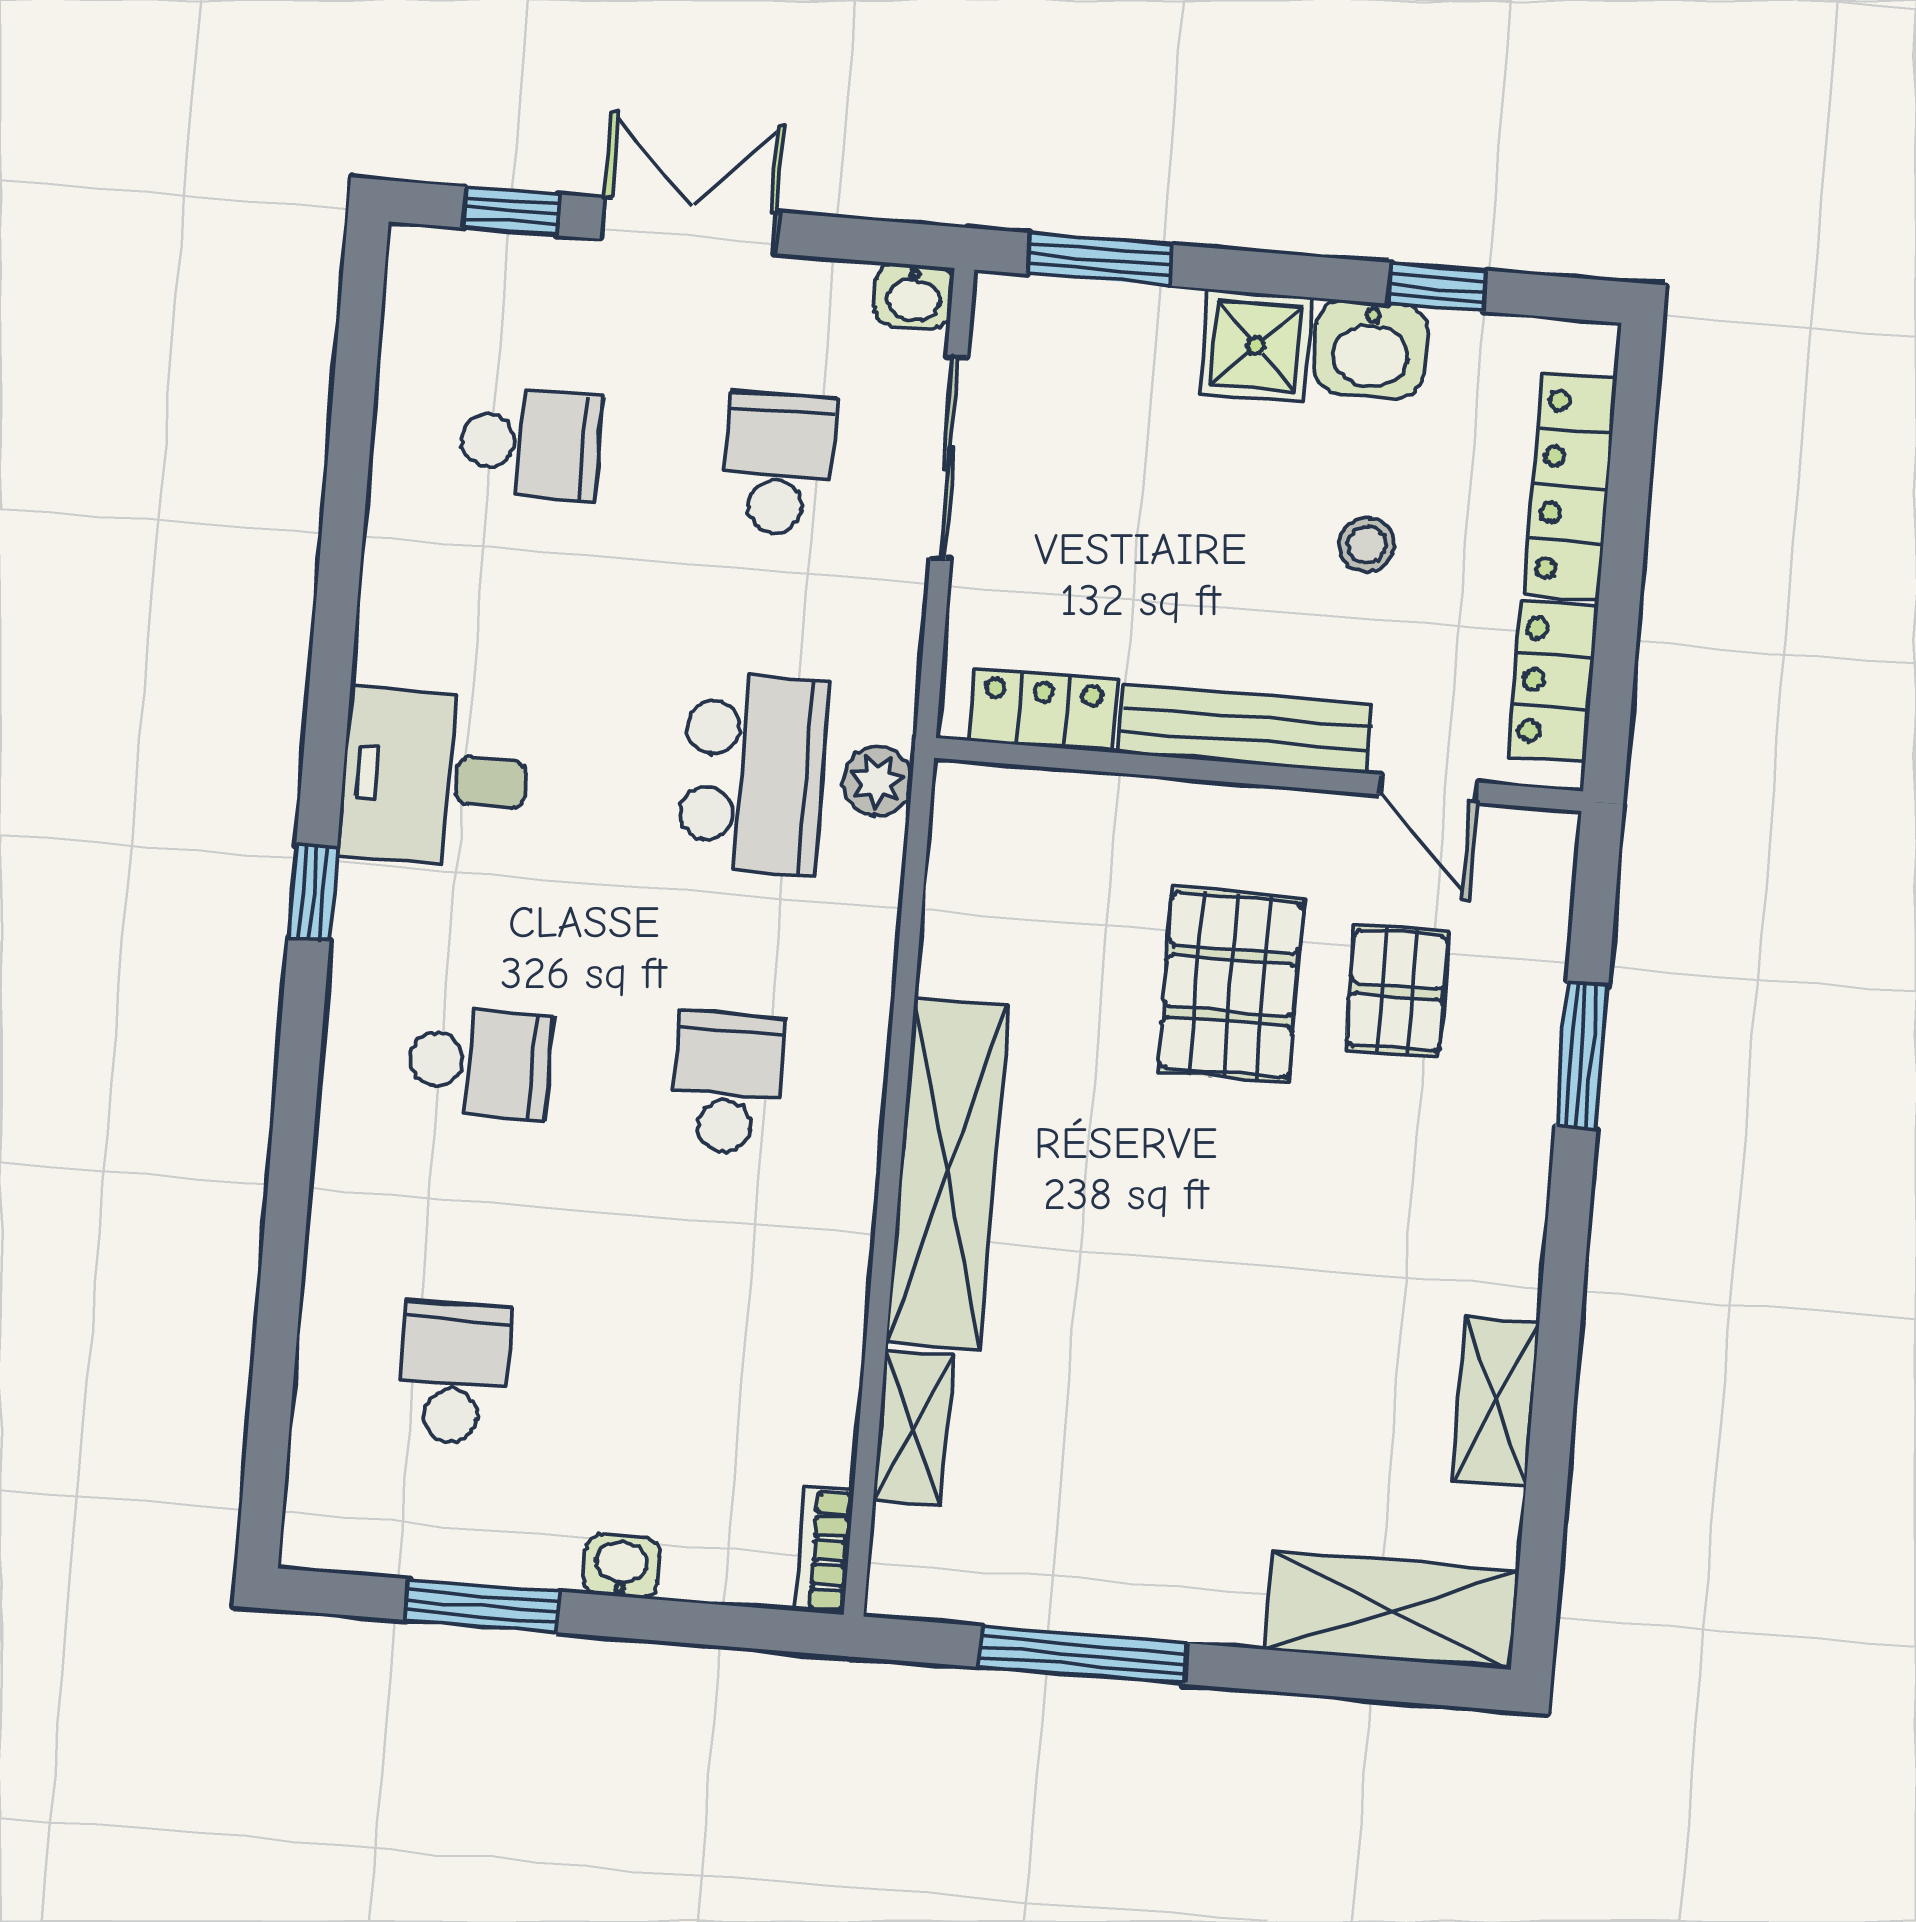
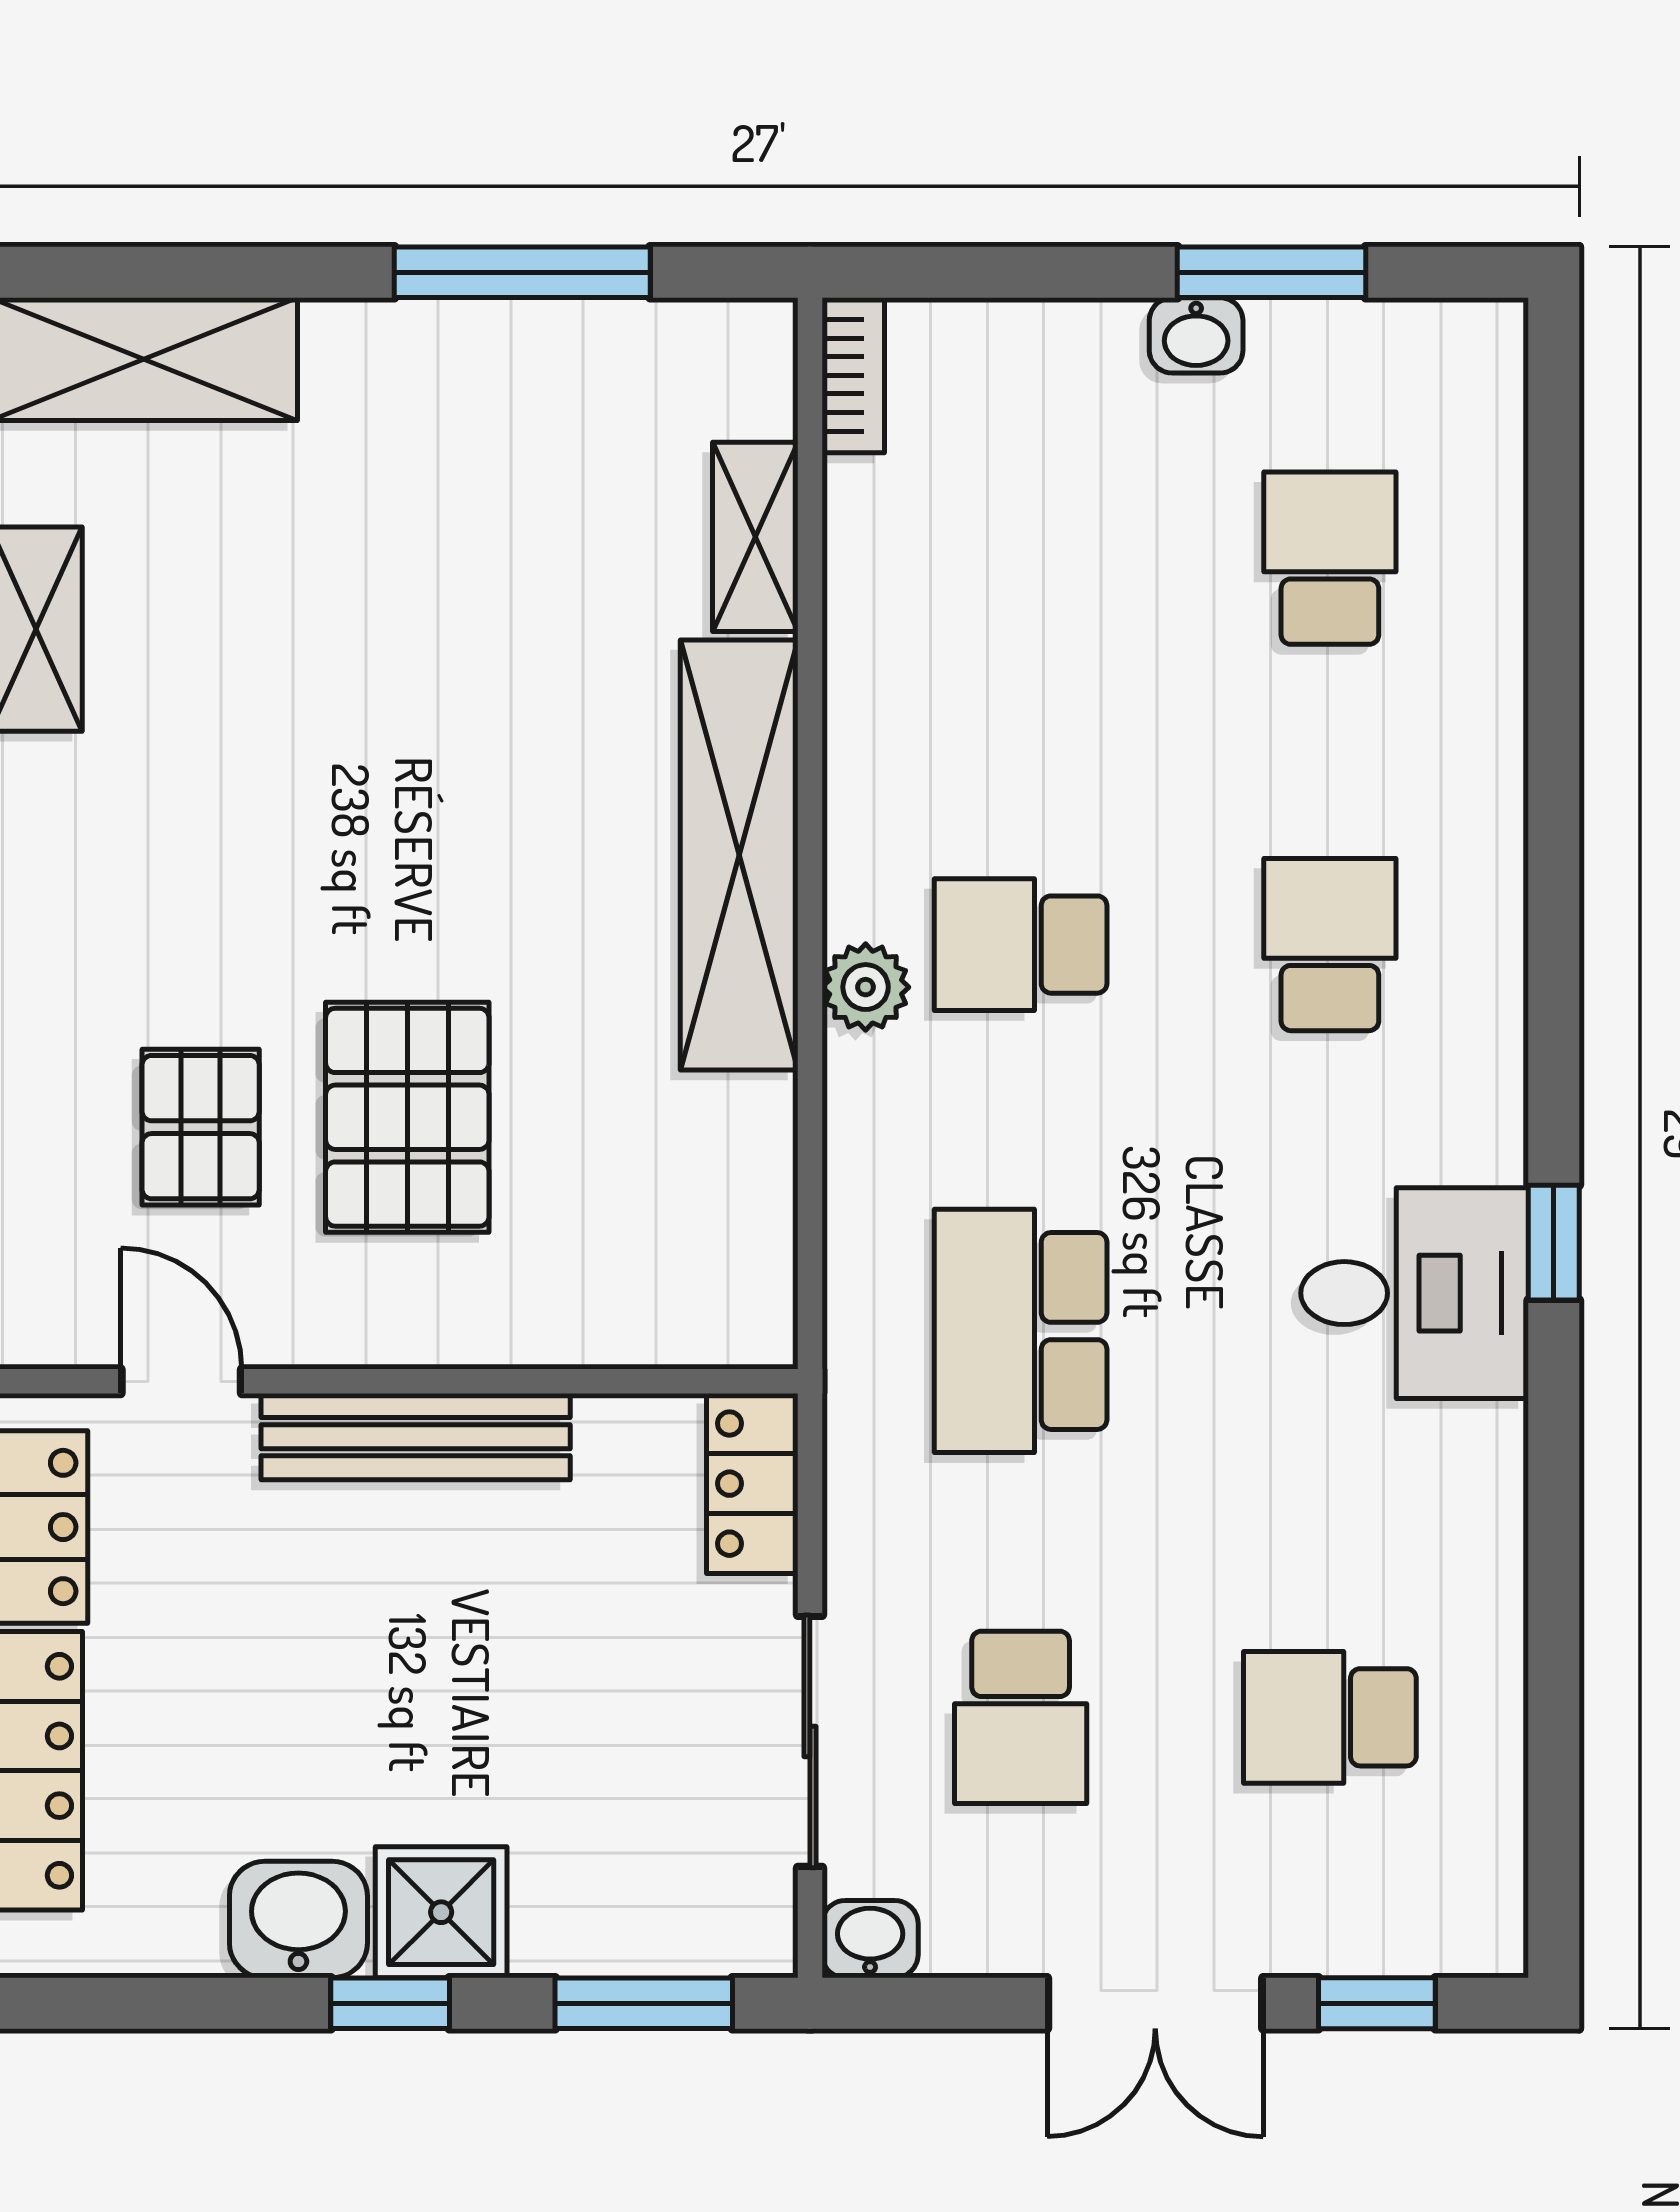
window: (1437, 287) -> (390, 2003), moved
stool: (1367, 545) -> (283, 1677), removed
locker: (1042, 710) -> (752, 1484), moved, turned 90
plant: (877, 781) -> (866, 987), moved
window: (313, 893) -> (1554, 1243), moved
school desk: (479, 1063) -> (1330, 945), turned 90
school desk: (727, 1083) -> (1021, 945), turned 90
school desk: (454, 1373) -> (1330, 558), turned 180
washbasin: (621, 1566) -> (1196, 335), moved

